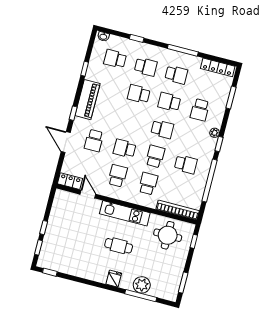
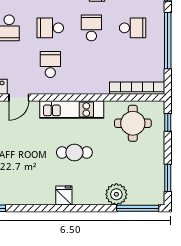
school desk: (148, 184) -> (91, 65), removed
door: (88, 194) -> (19, 97), swing flipped
fridge: (114, 279) -> (64, 196), moved
window: (141, 296) -> (138, 208), moved

